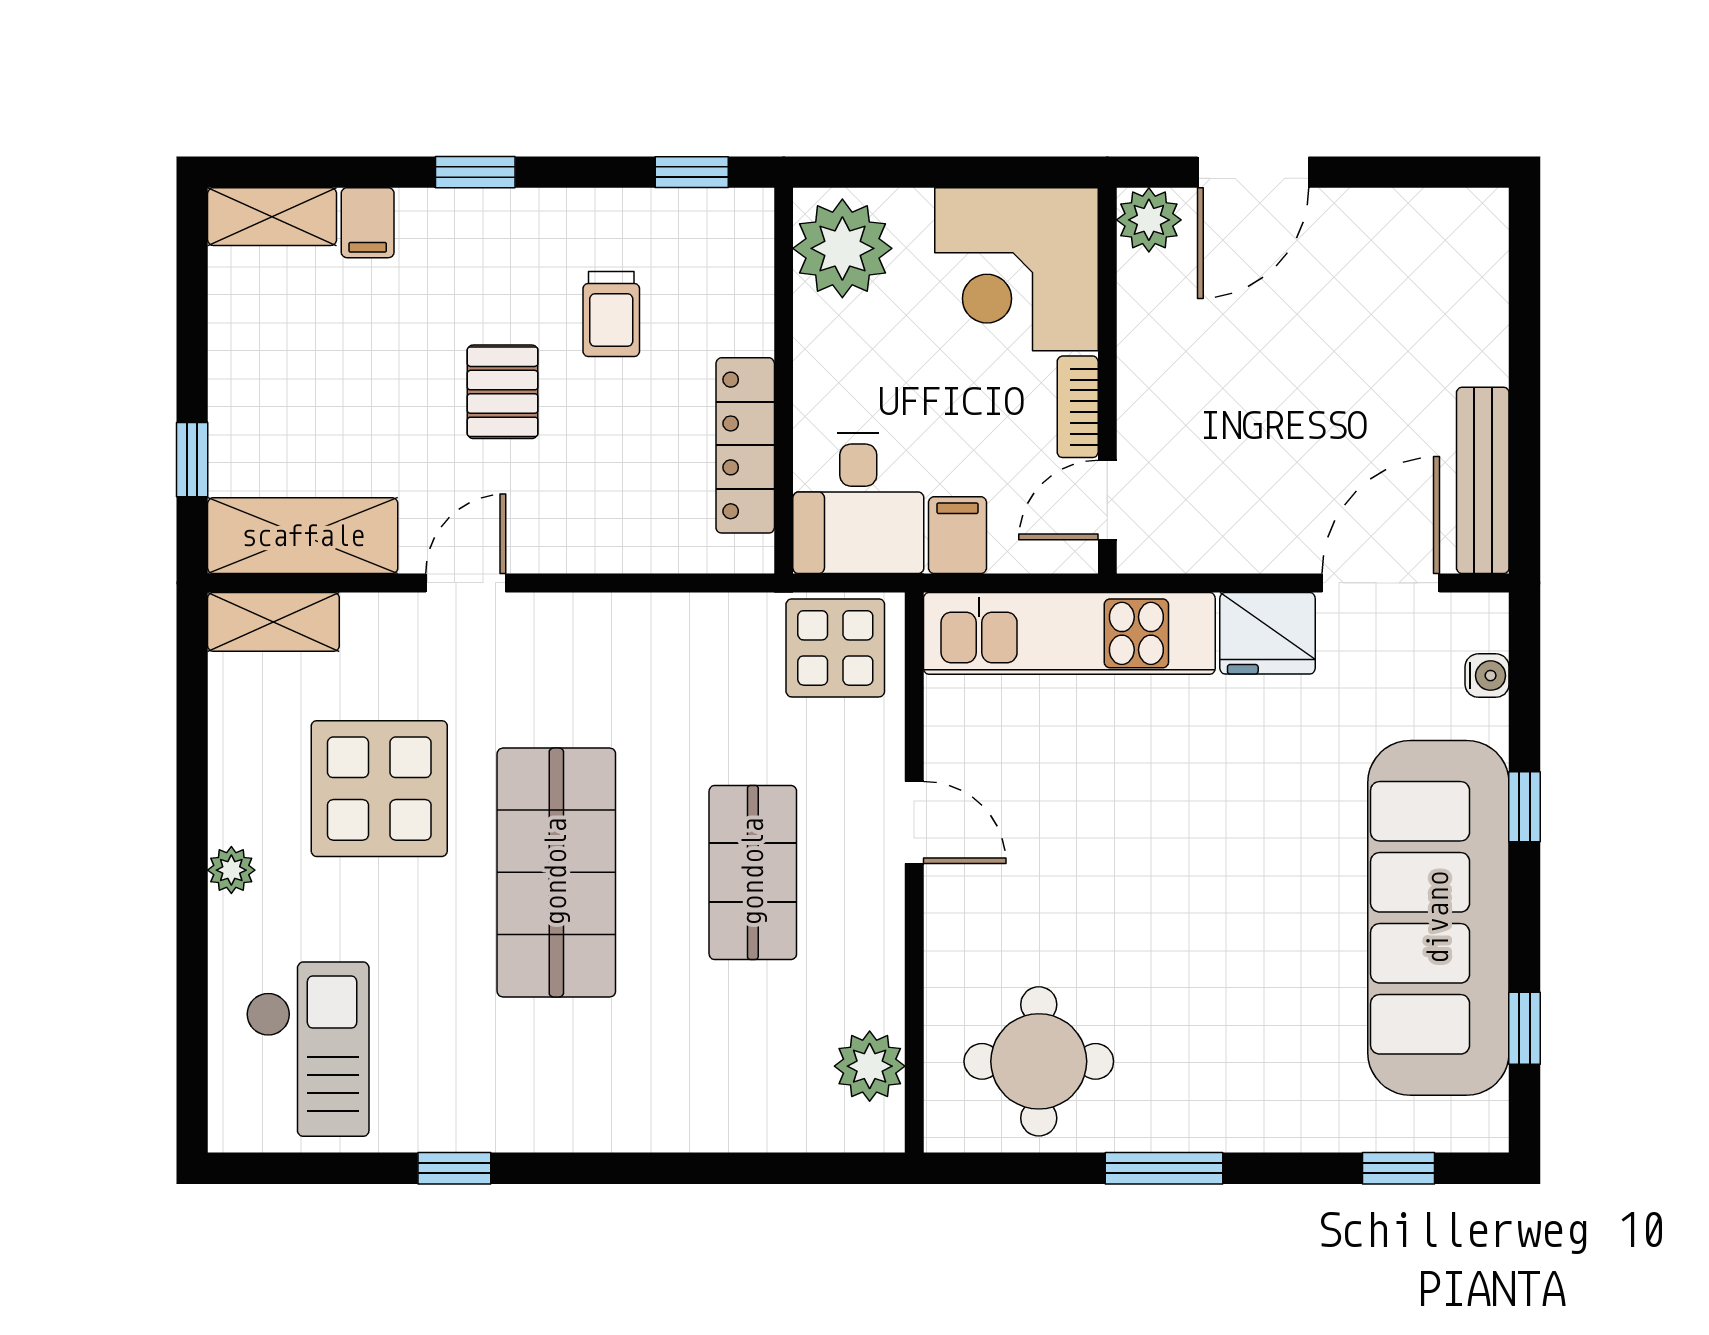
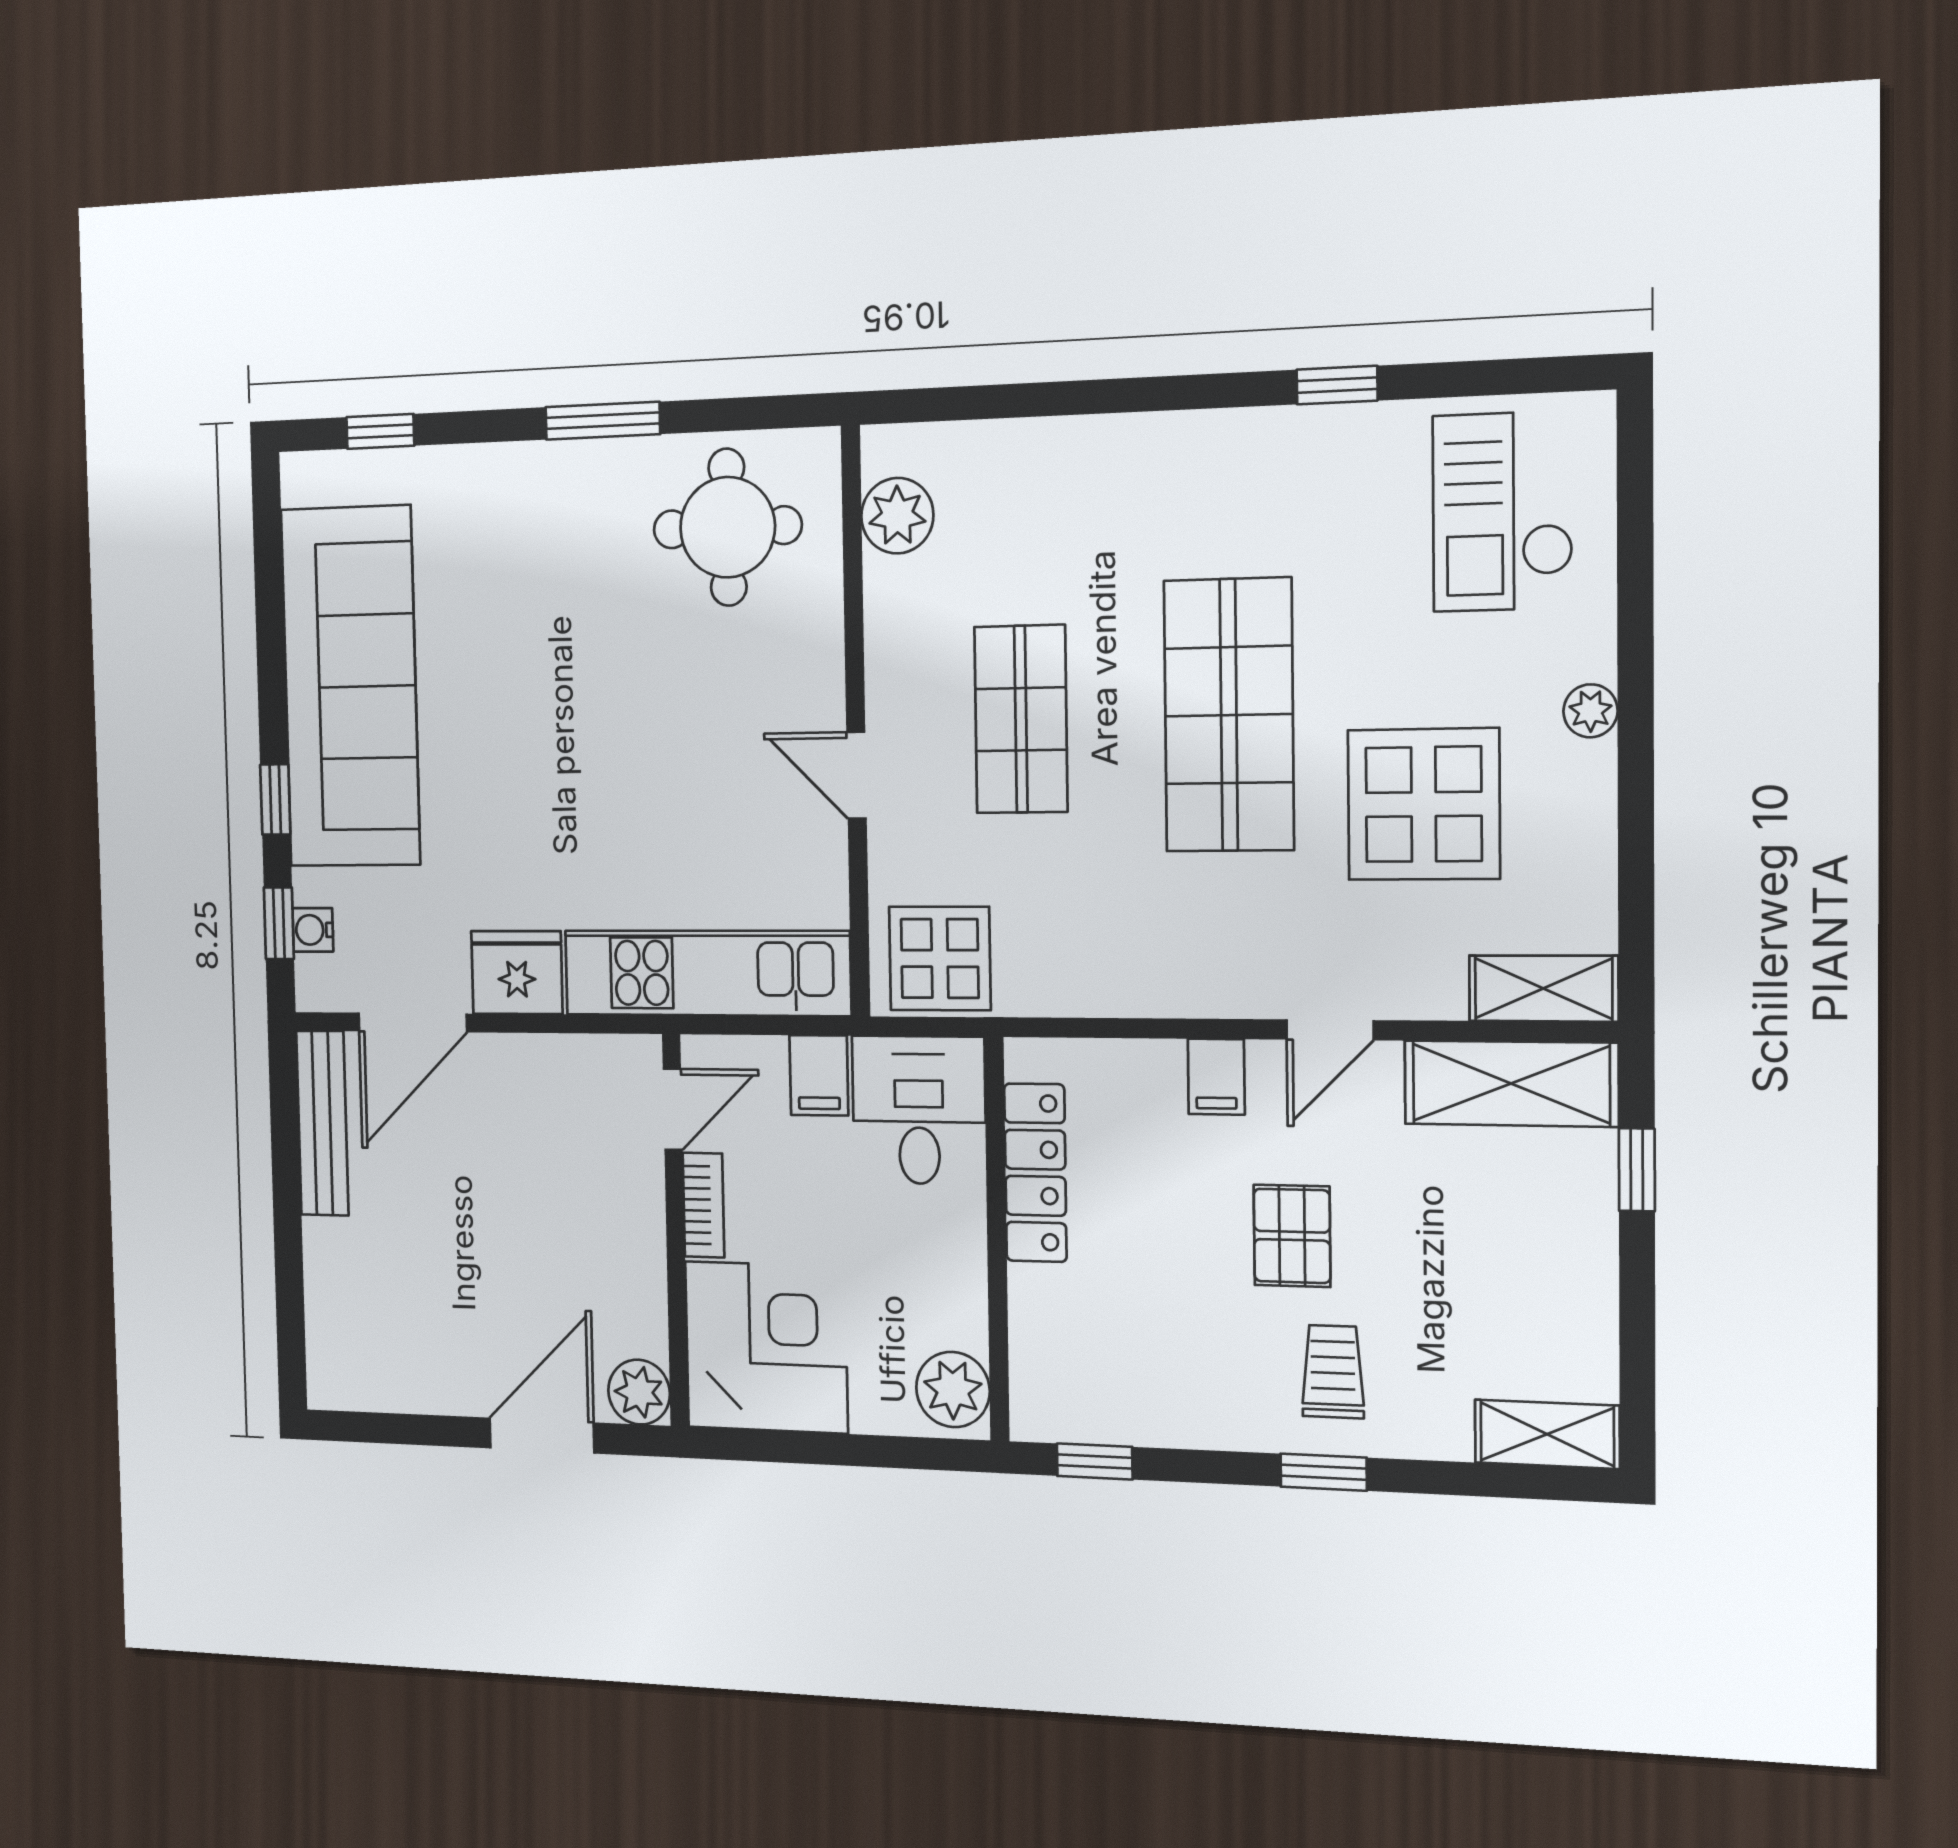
filing cabinet: (368, 223) -> (1216, 1077), moved, turned 180
plant: (842, 248) -> (953, 1390), width x0.73, depth x0.73
trolley: (611, 314) -> (1333, 1372), moved
window: (1524, 1028) -> (279, 923), moved

